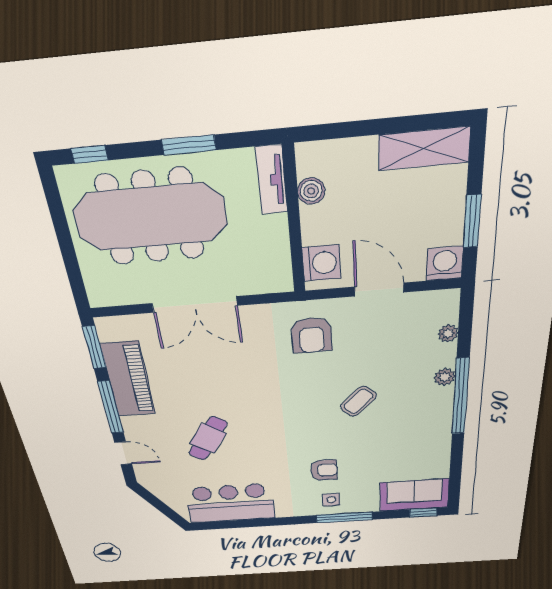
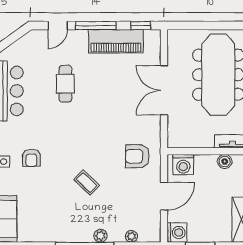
window: (94, 347) -> (141, 26), width x0.67
cafe table: (208, 438) -> (65, 84), turned 57

